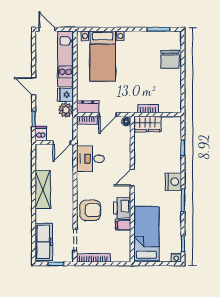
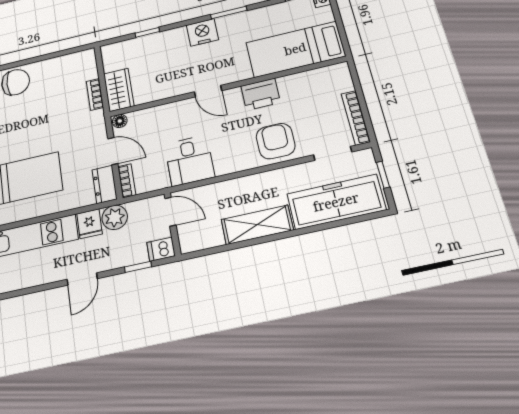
filing cabinet: (123, 225) -> (288, 86), removed
freezer: (44, 242) -> (336, 202), width x1.36, depth x1.26

